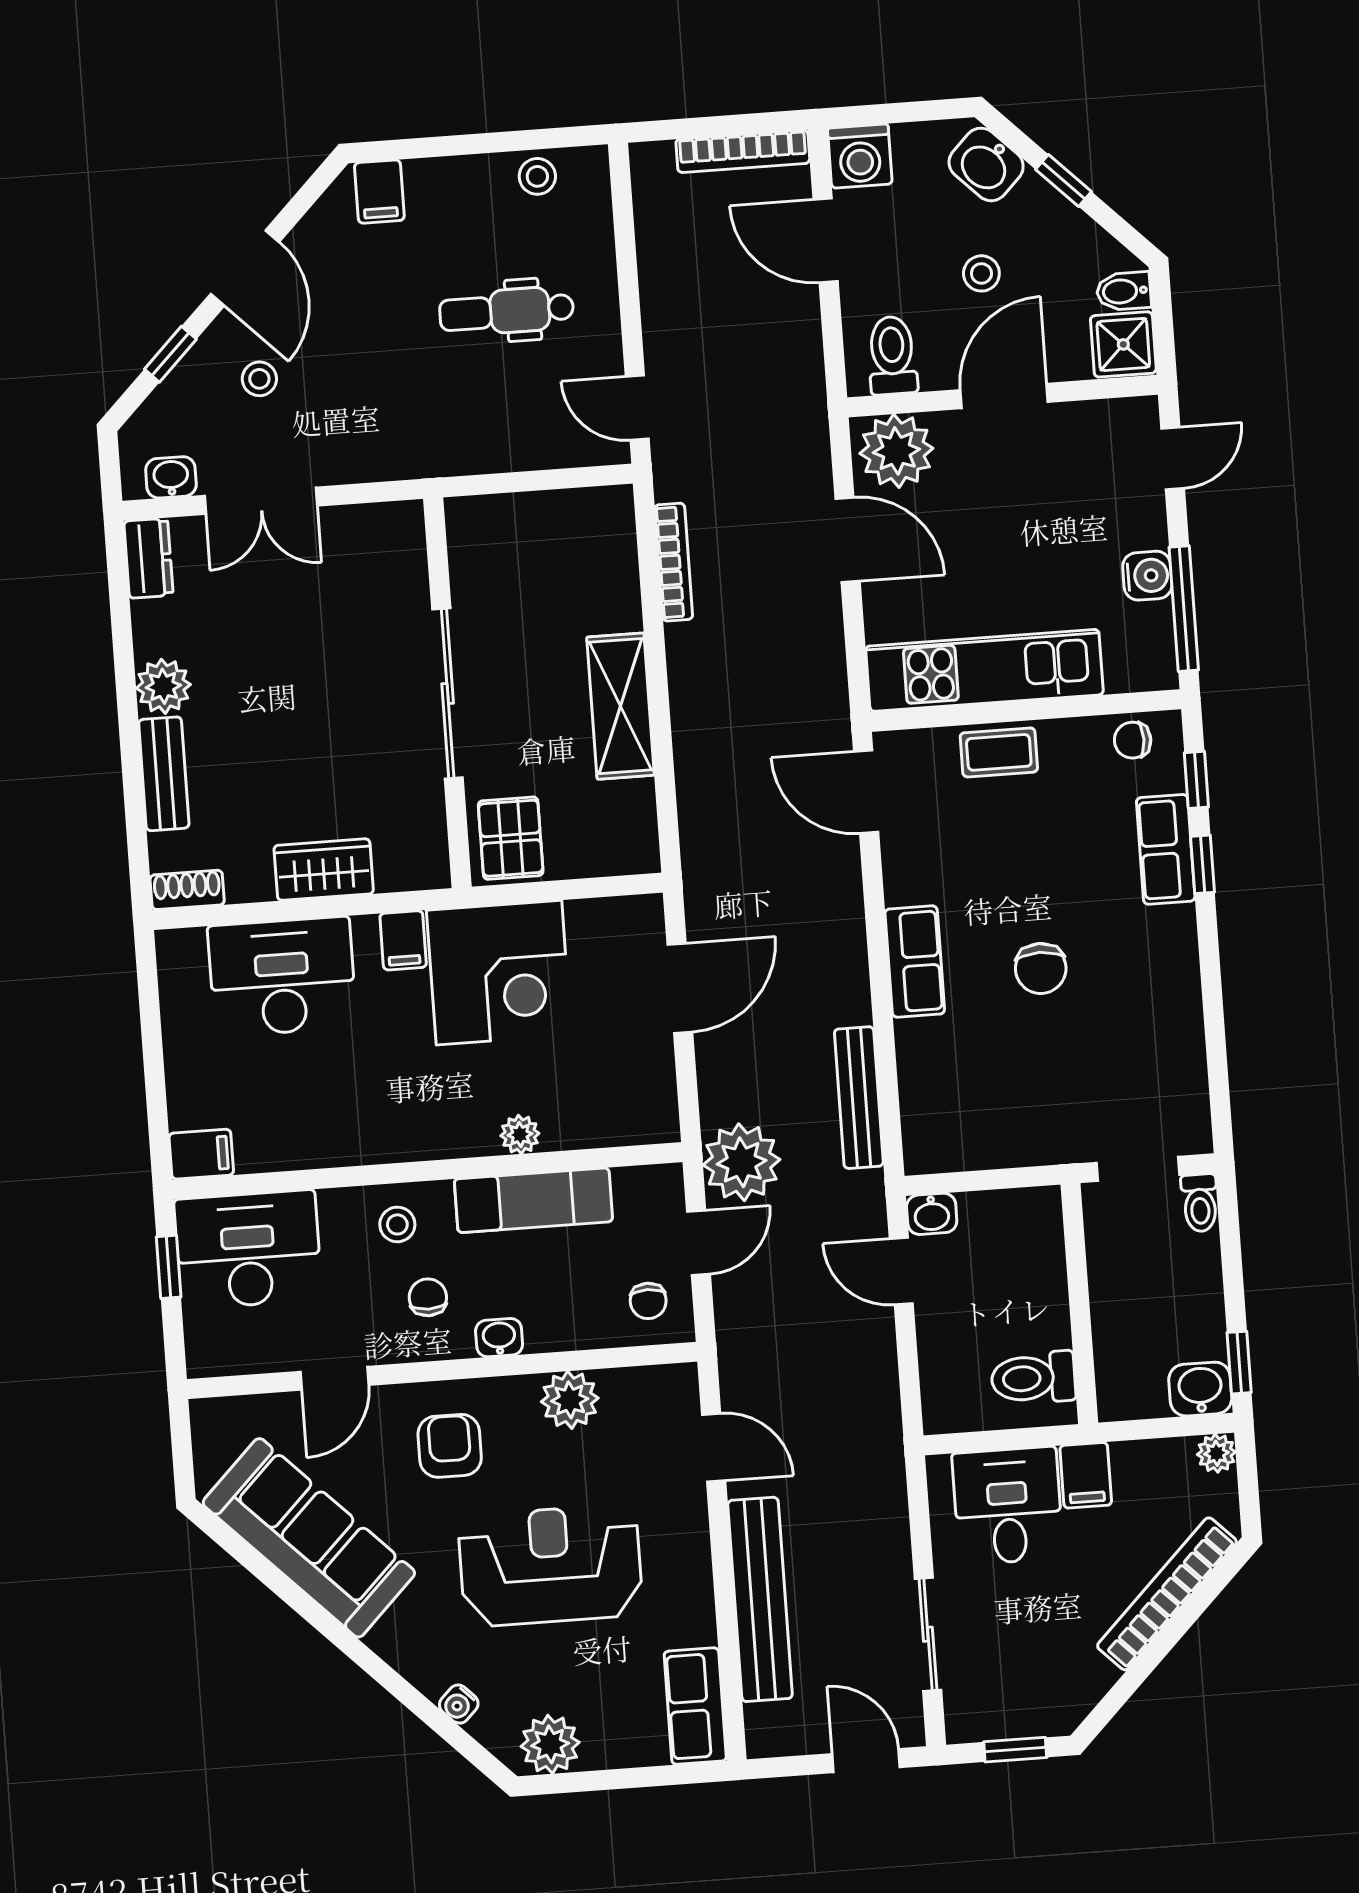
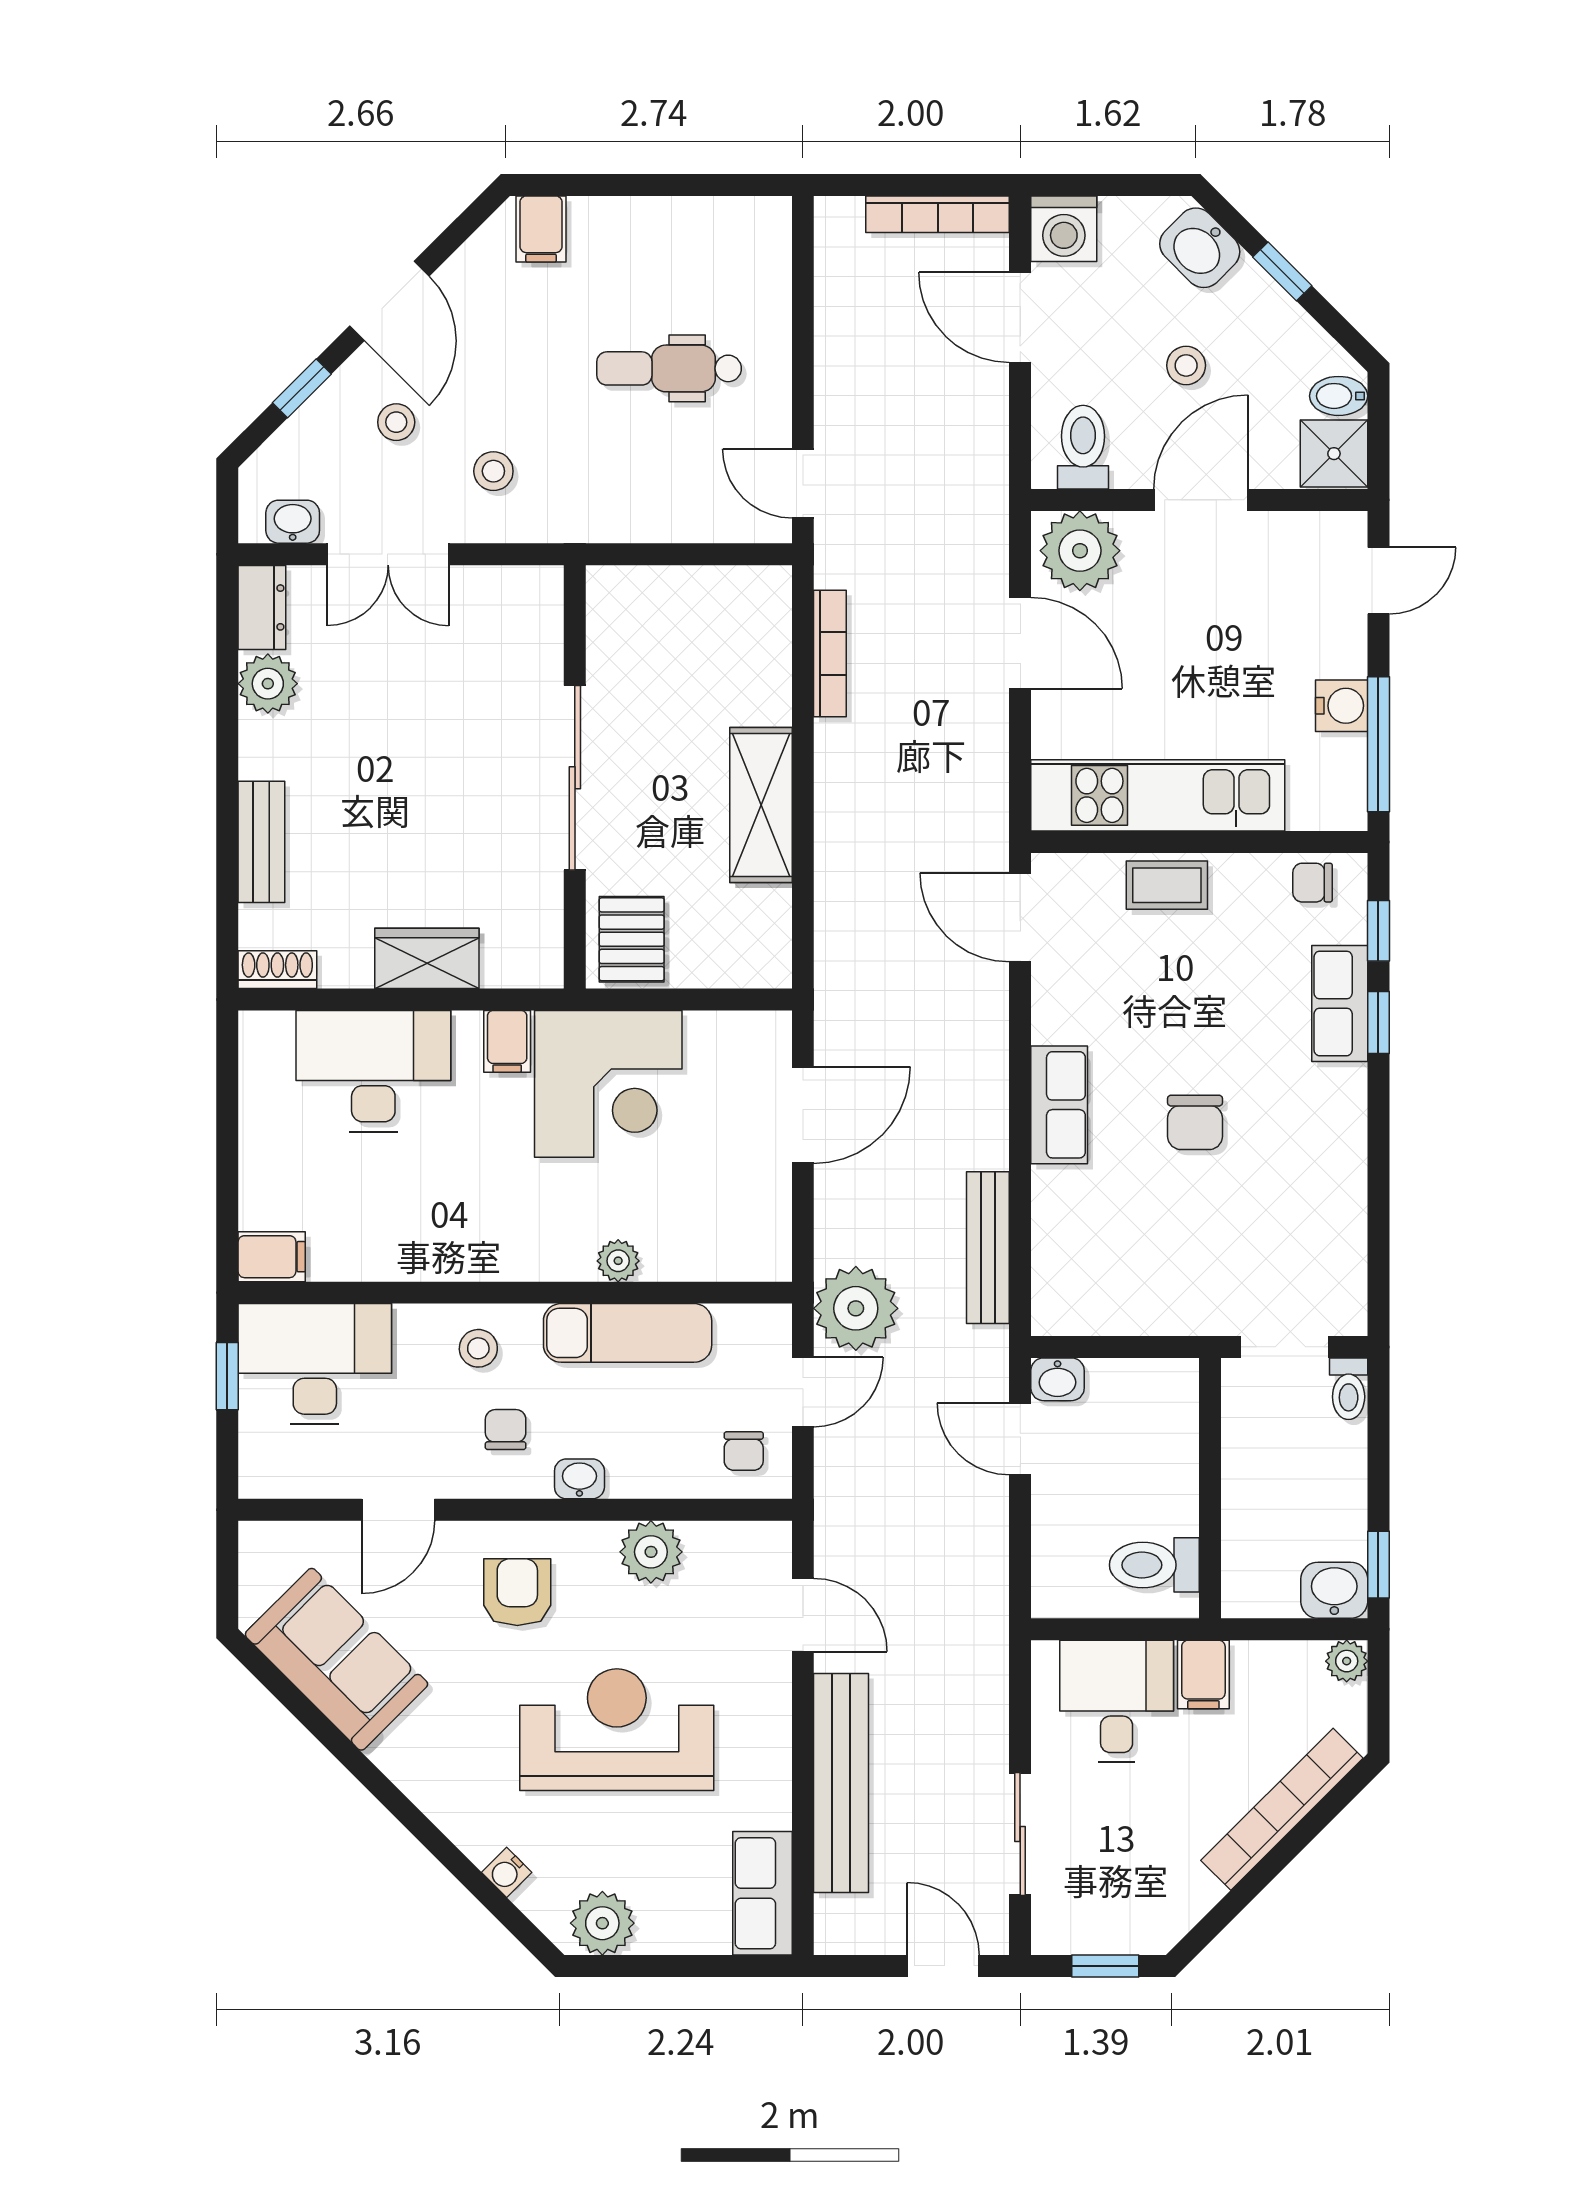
stool: (537, 176) -> (493, 471), moved
plant: (163, 686) -> (268, 684), moved
sofa: (309, 1538) -> (336, 1659), width x0.73

